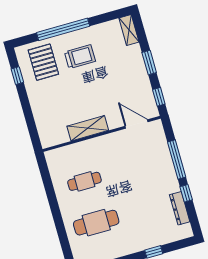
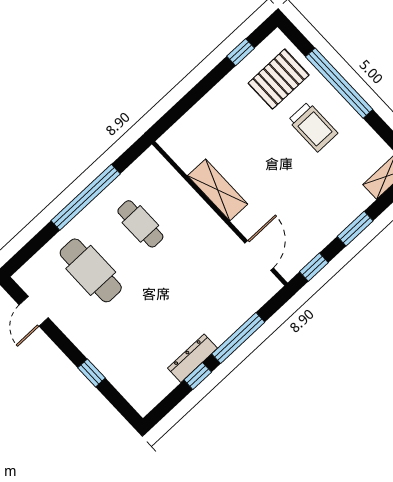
window: (54, 204) -> (86, 197), added
dresser: (180, 208) -> (193, 358), moved

